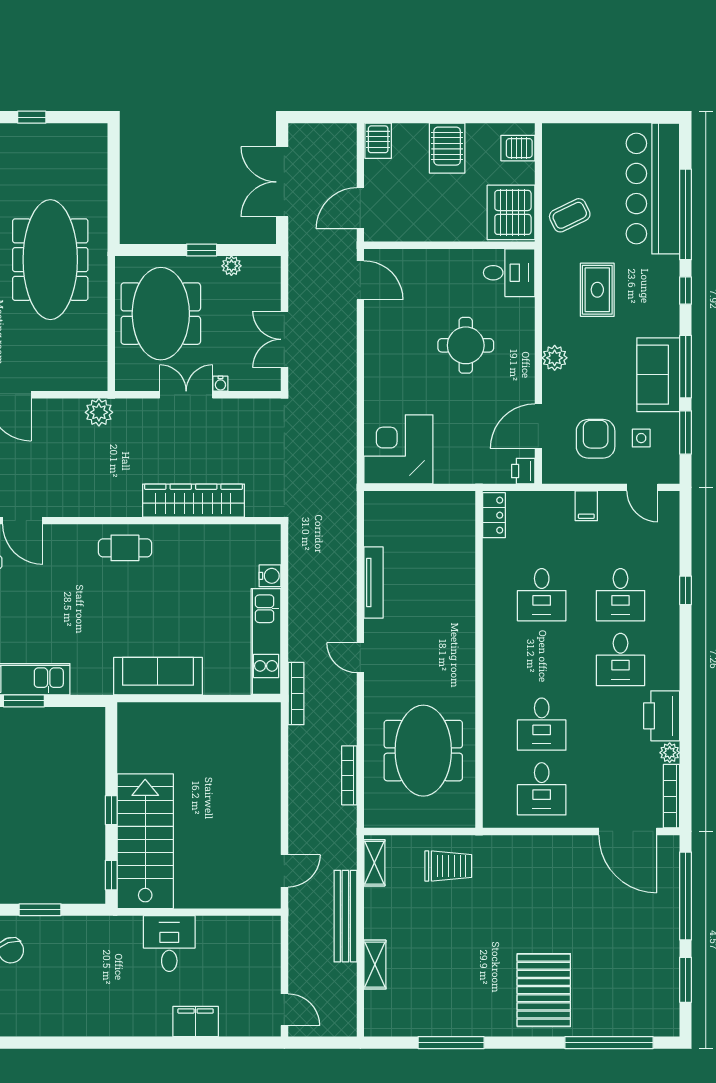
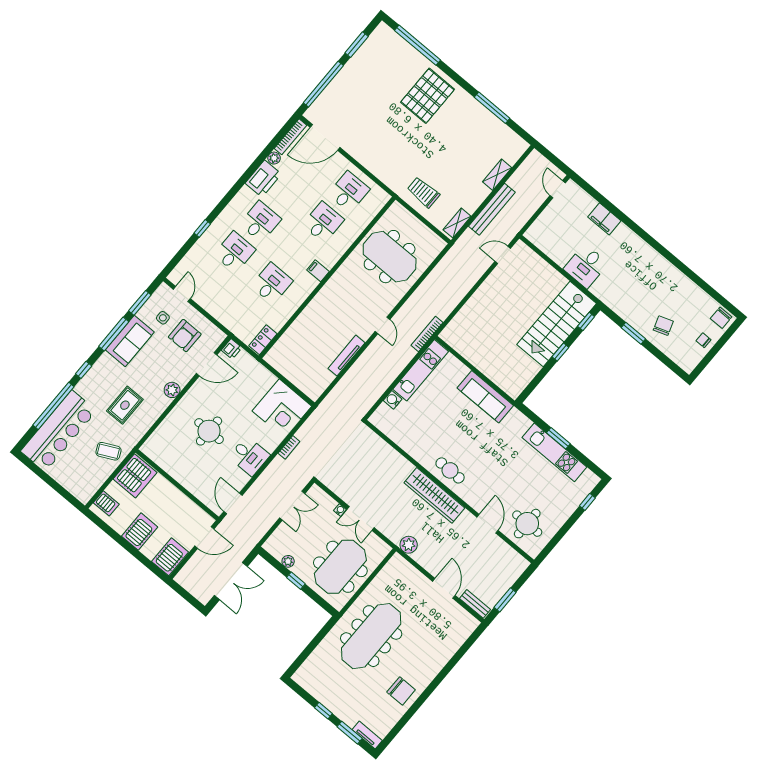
server rack: (378, 141) -> (170, 557), width x1.36, depth x1.44
desk: (509, 273) -> (249, 456), moved, turned 180
wardrobe: (193, 501) -> (434, 495), moved
filing cabinet: (586, 506) -> (318, 271), moved, turned -90
meeting table: (423, 751) -> (390, 257), turned 90
bookcase: (349, 775) -> (289, 447), moved, width x0.64
door: (628, 831) -> (325, 137), swing flipped

